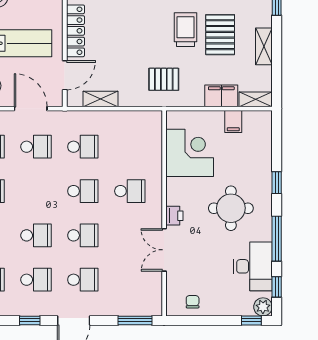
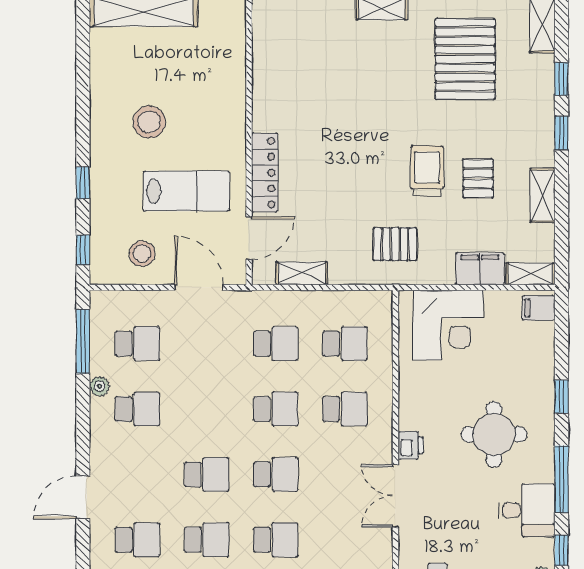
pallet: (220, 35) -> (478, 178), width x0.67, depth x0.71
filing cabinet: (233, 121) -> (539, 308), moved, turned 90
school desk: (36, 147) -> (345, 344), moved
corner desk: (190, 153) -> (448, 325), moved, turned 90
desk: (253, 266) -> (527, 510), width x0.73

